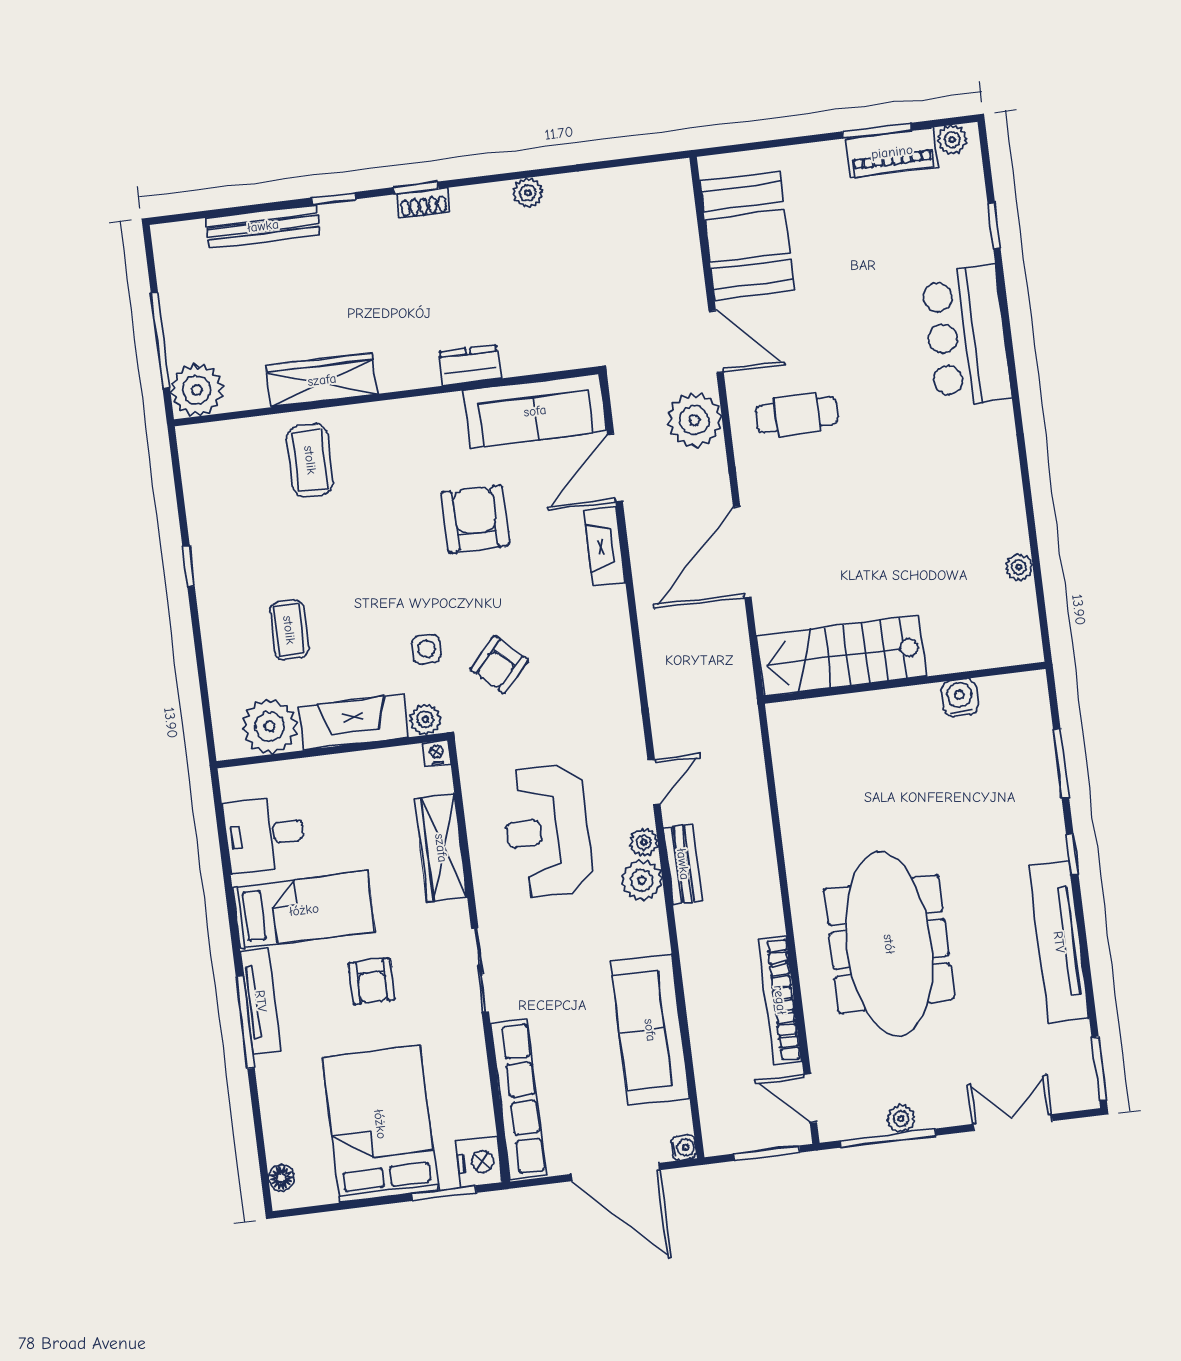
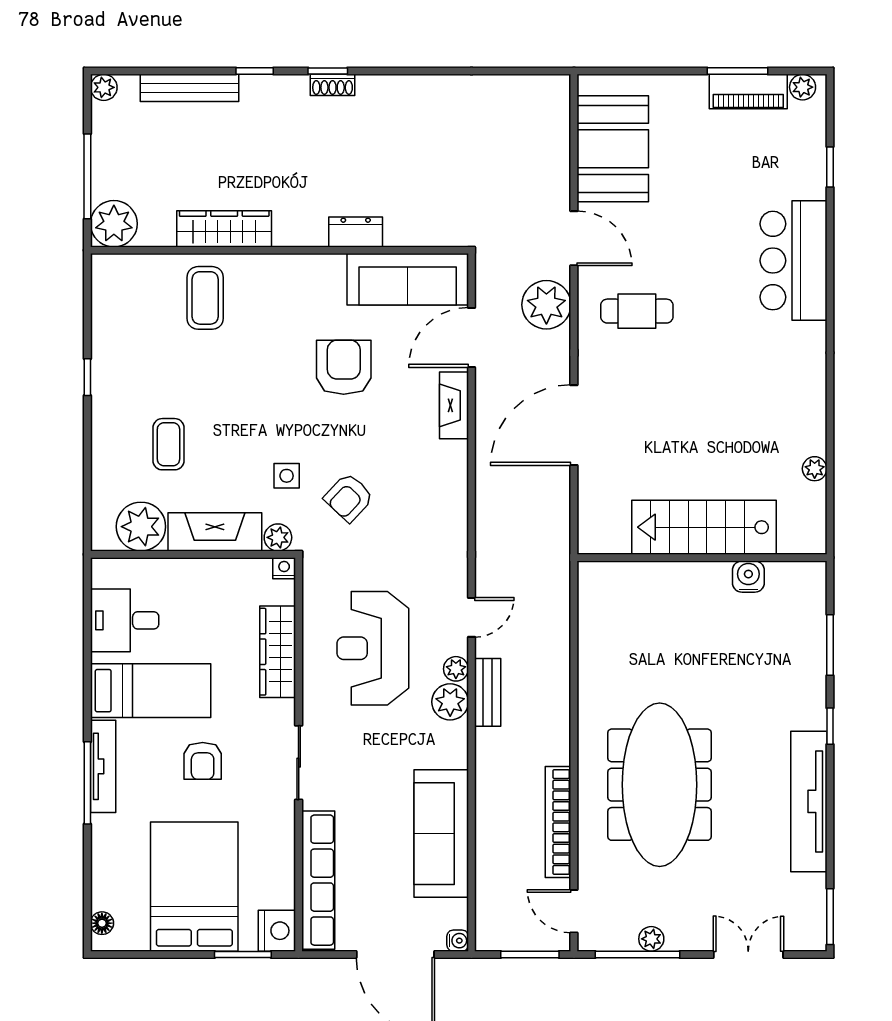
plant: (528, 193) -> (104, 87), moved
stairs: (841, 656) -> (704, 527), moved

